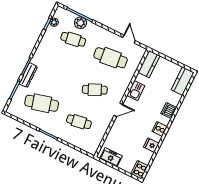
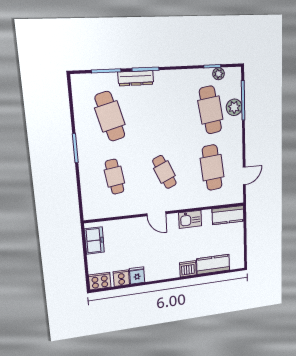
cafe table: (73, 39) -> (210, 110), width x1.37, depth x1.35
kitchen counter: (183, 81) -> (213, 264), moved
cooker: (160, 129) -> (121, 278), moved

